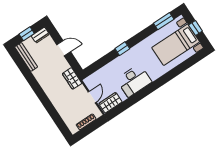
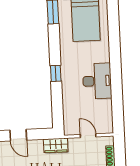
door: (64, 48) -> (18, 135), swing flipped
wardrobe: (110, 103) -> (106, 120), removed

